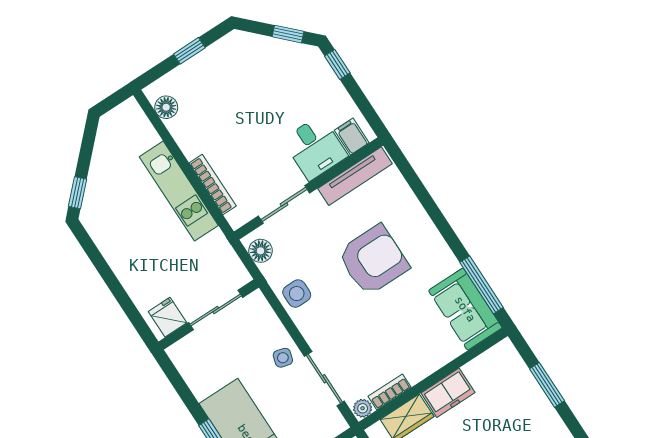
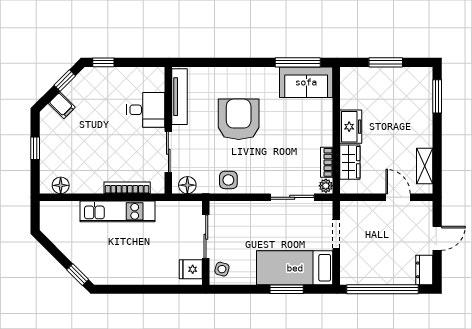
filing cabinet: (352, 137) -> (62, 105), moved, turned -135
side table: (283, 358) -> (222, 269), moved

